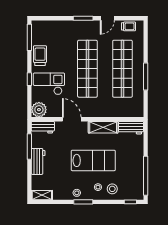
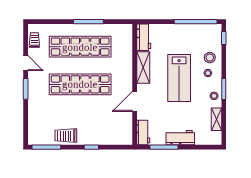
checkout: (49, 84) -> (96, 126), removed
plant: (39, 110) -> (124, 137), removed
lab bench: (93, 160) -> (179, 78), turned 180
shelving: (42, 195) -> (216, 119), moved

